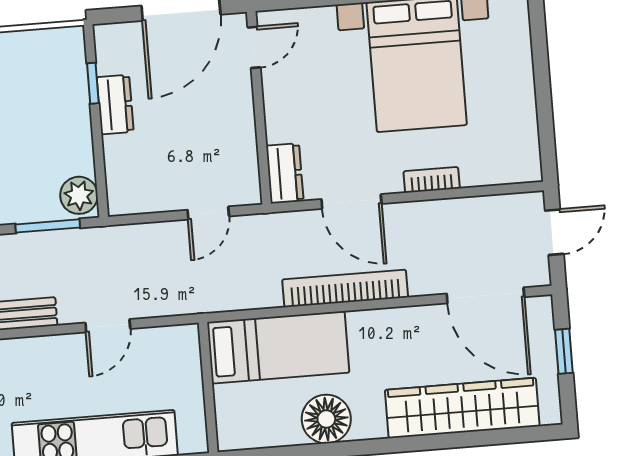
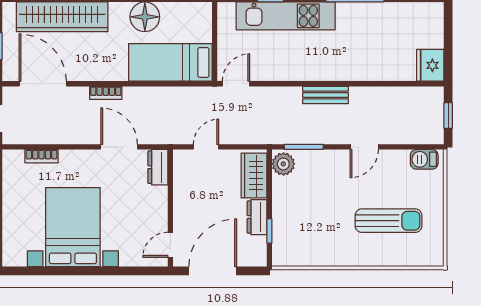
wardrobe: (126, 172) -> (254, 176), added
bookcase: (432, 180) -> (42, 156), moved
bookcase: (345, 288) -> (106, 93), width x0.43, depth x0.76
door: (108, 326) -> (236, 84), moved

